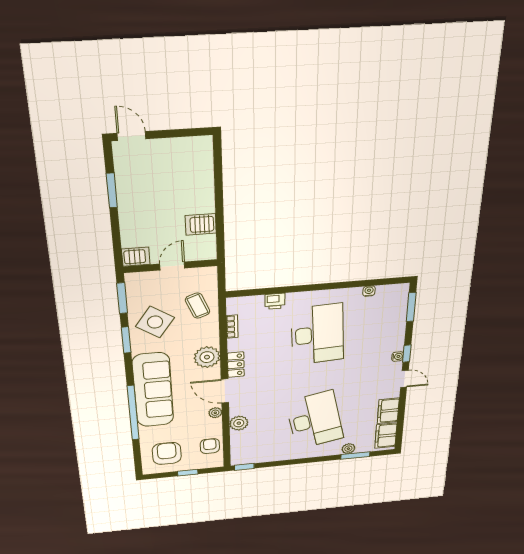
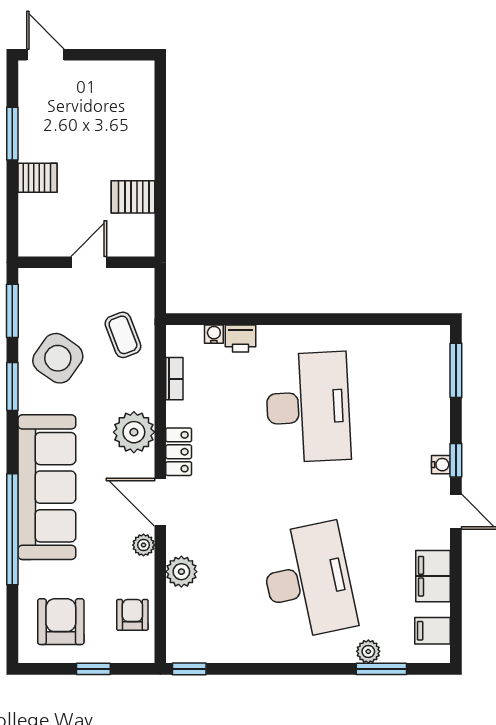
server rack: (136, 257) -> (37, 178), moved
water cooler: (369, 291) -> (214, 334), moved
filing cabinet: (386, 436) -> (432, 631), width x0.50

